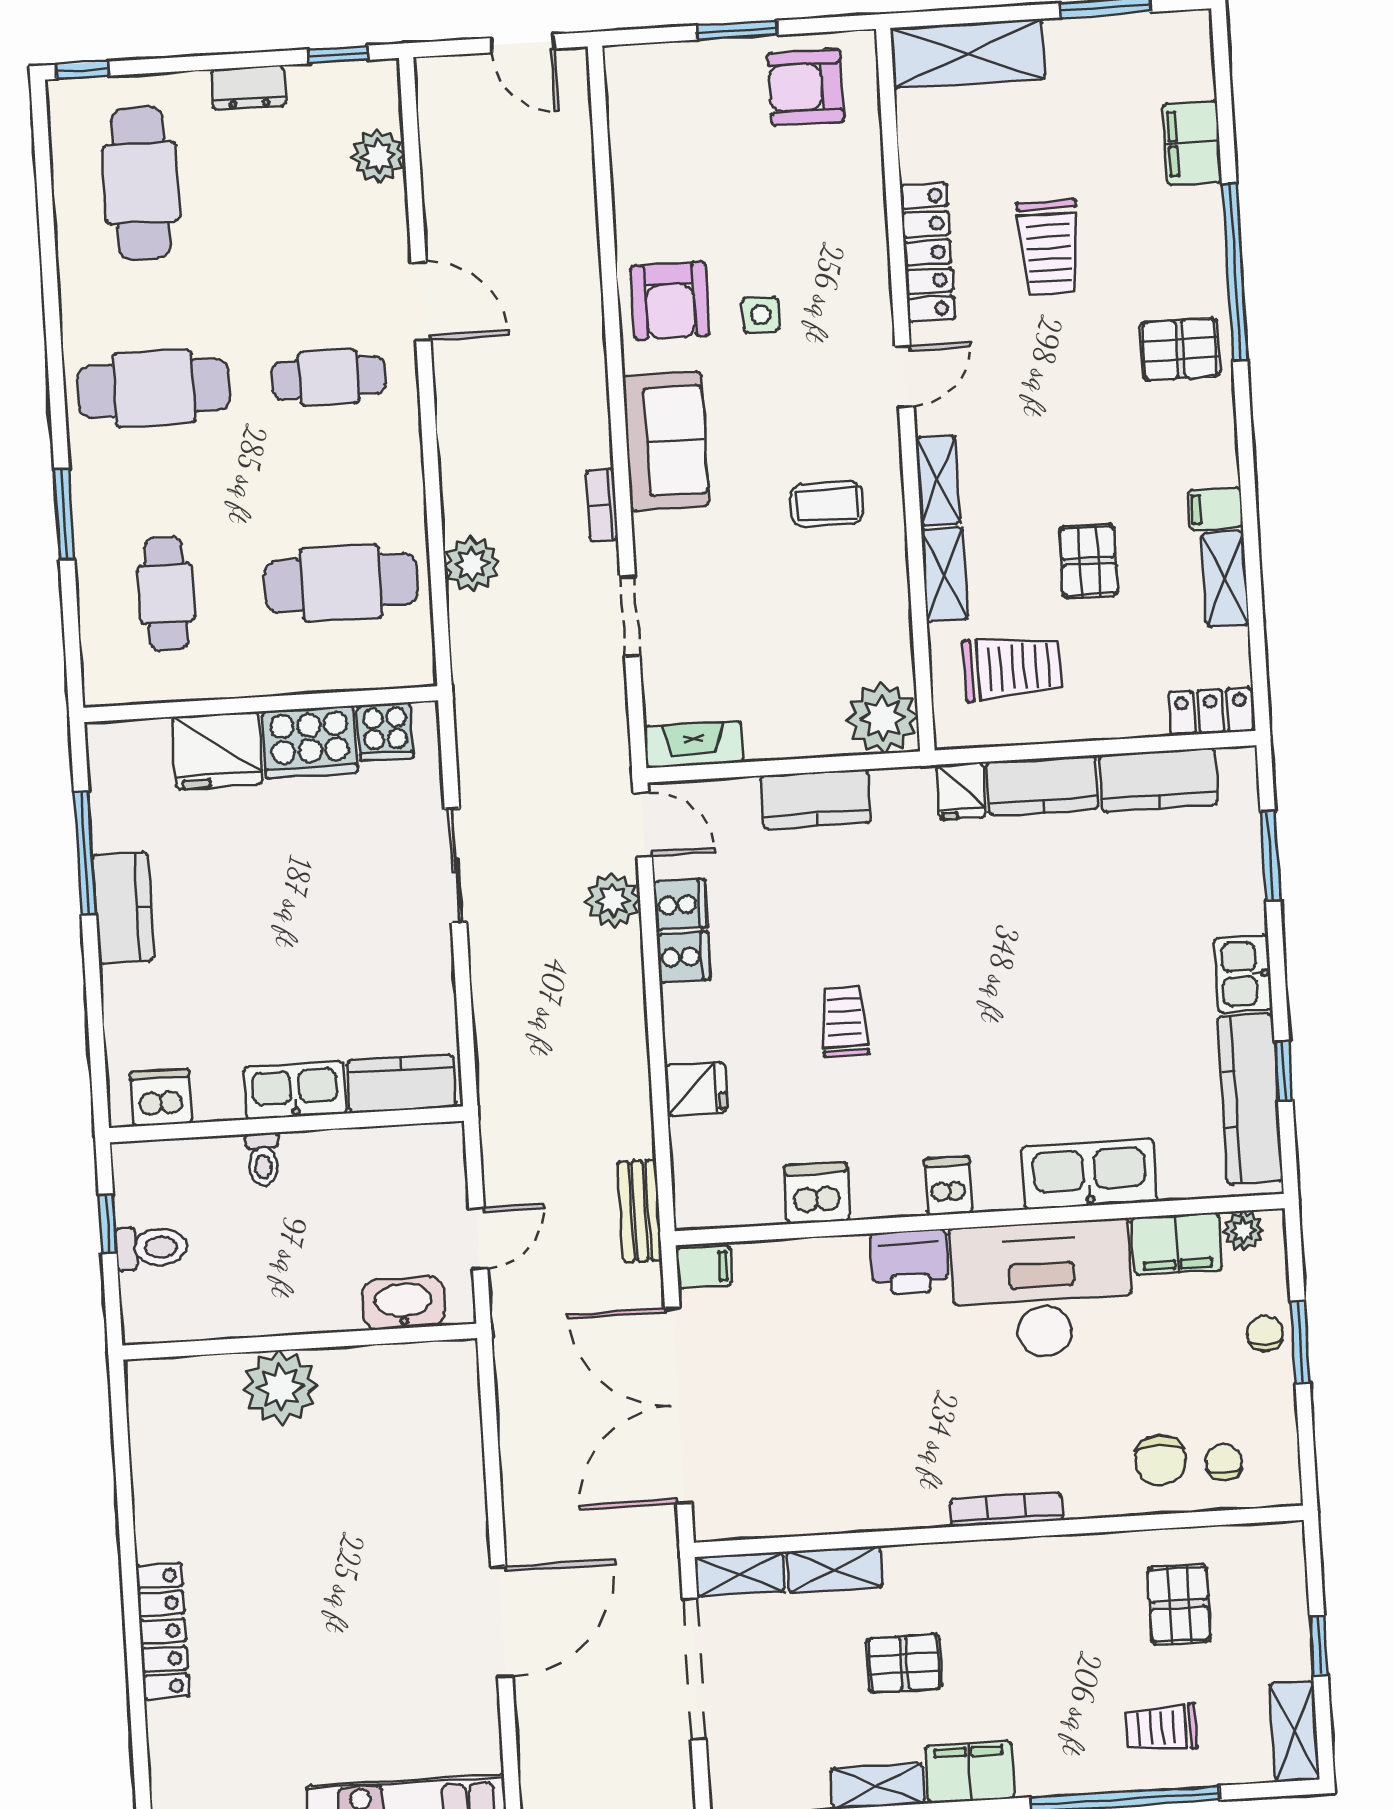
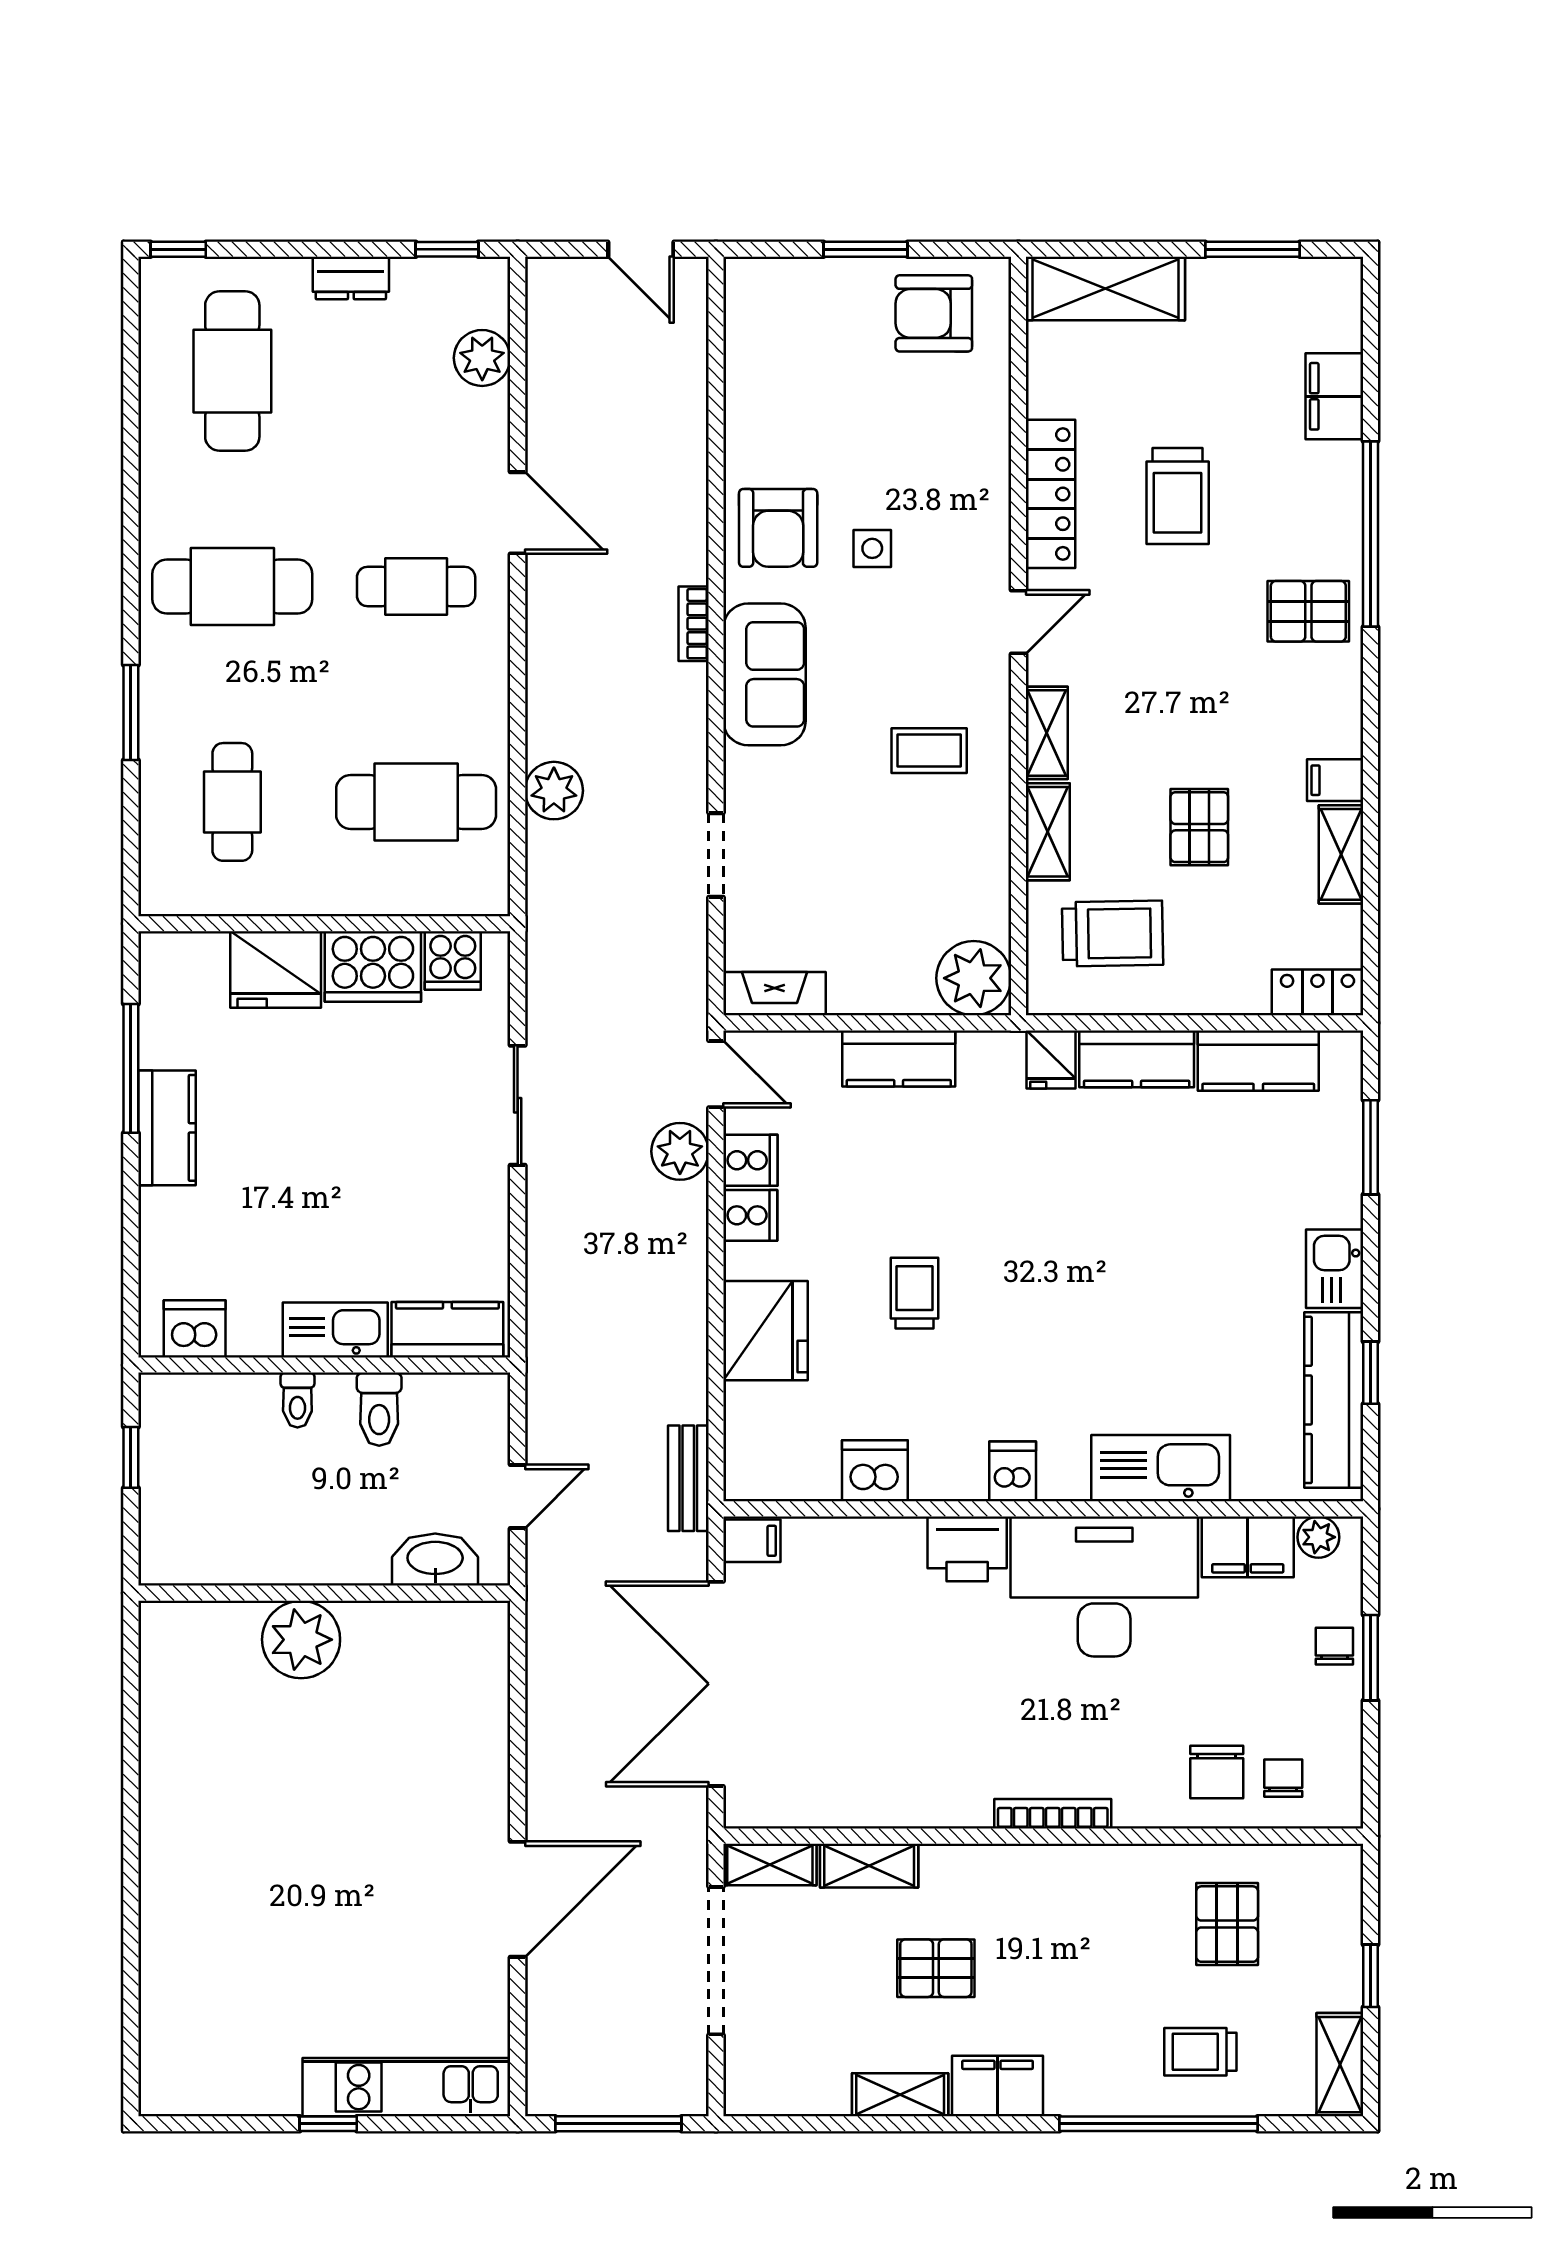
bookcase: (602, 505) -> (694, 624), moved
fridge: (696, 1089) -> (766, 1331), width x1.88, depth x1.34
toilet: (151, 1248) -> (379, 1409), moved, turned 90
locker: (163, 1631) -> (162, 1887), removed

